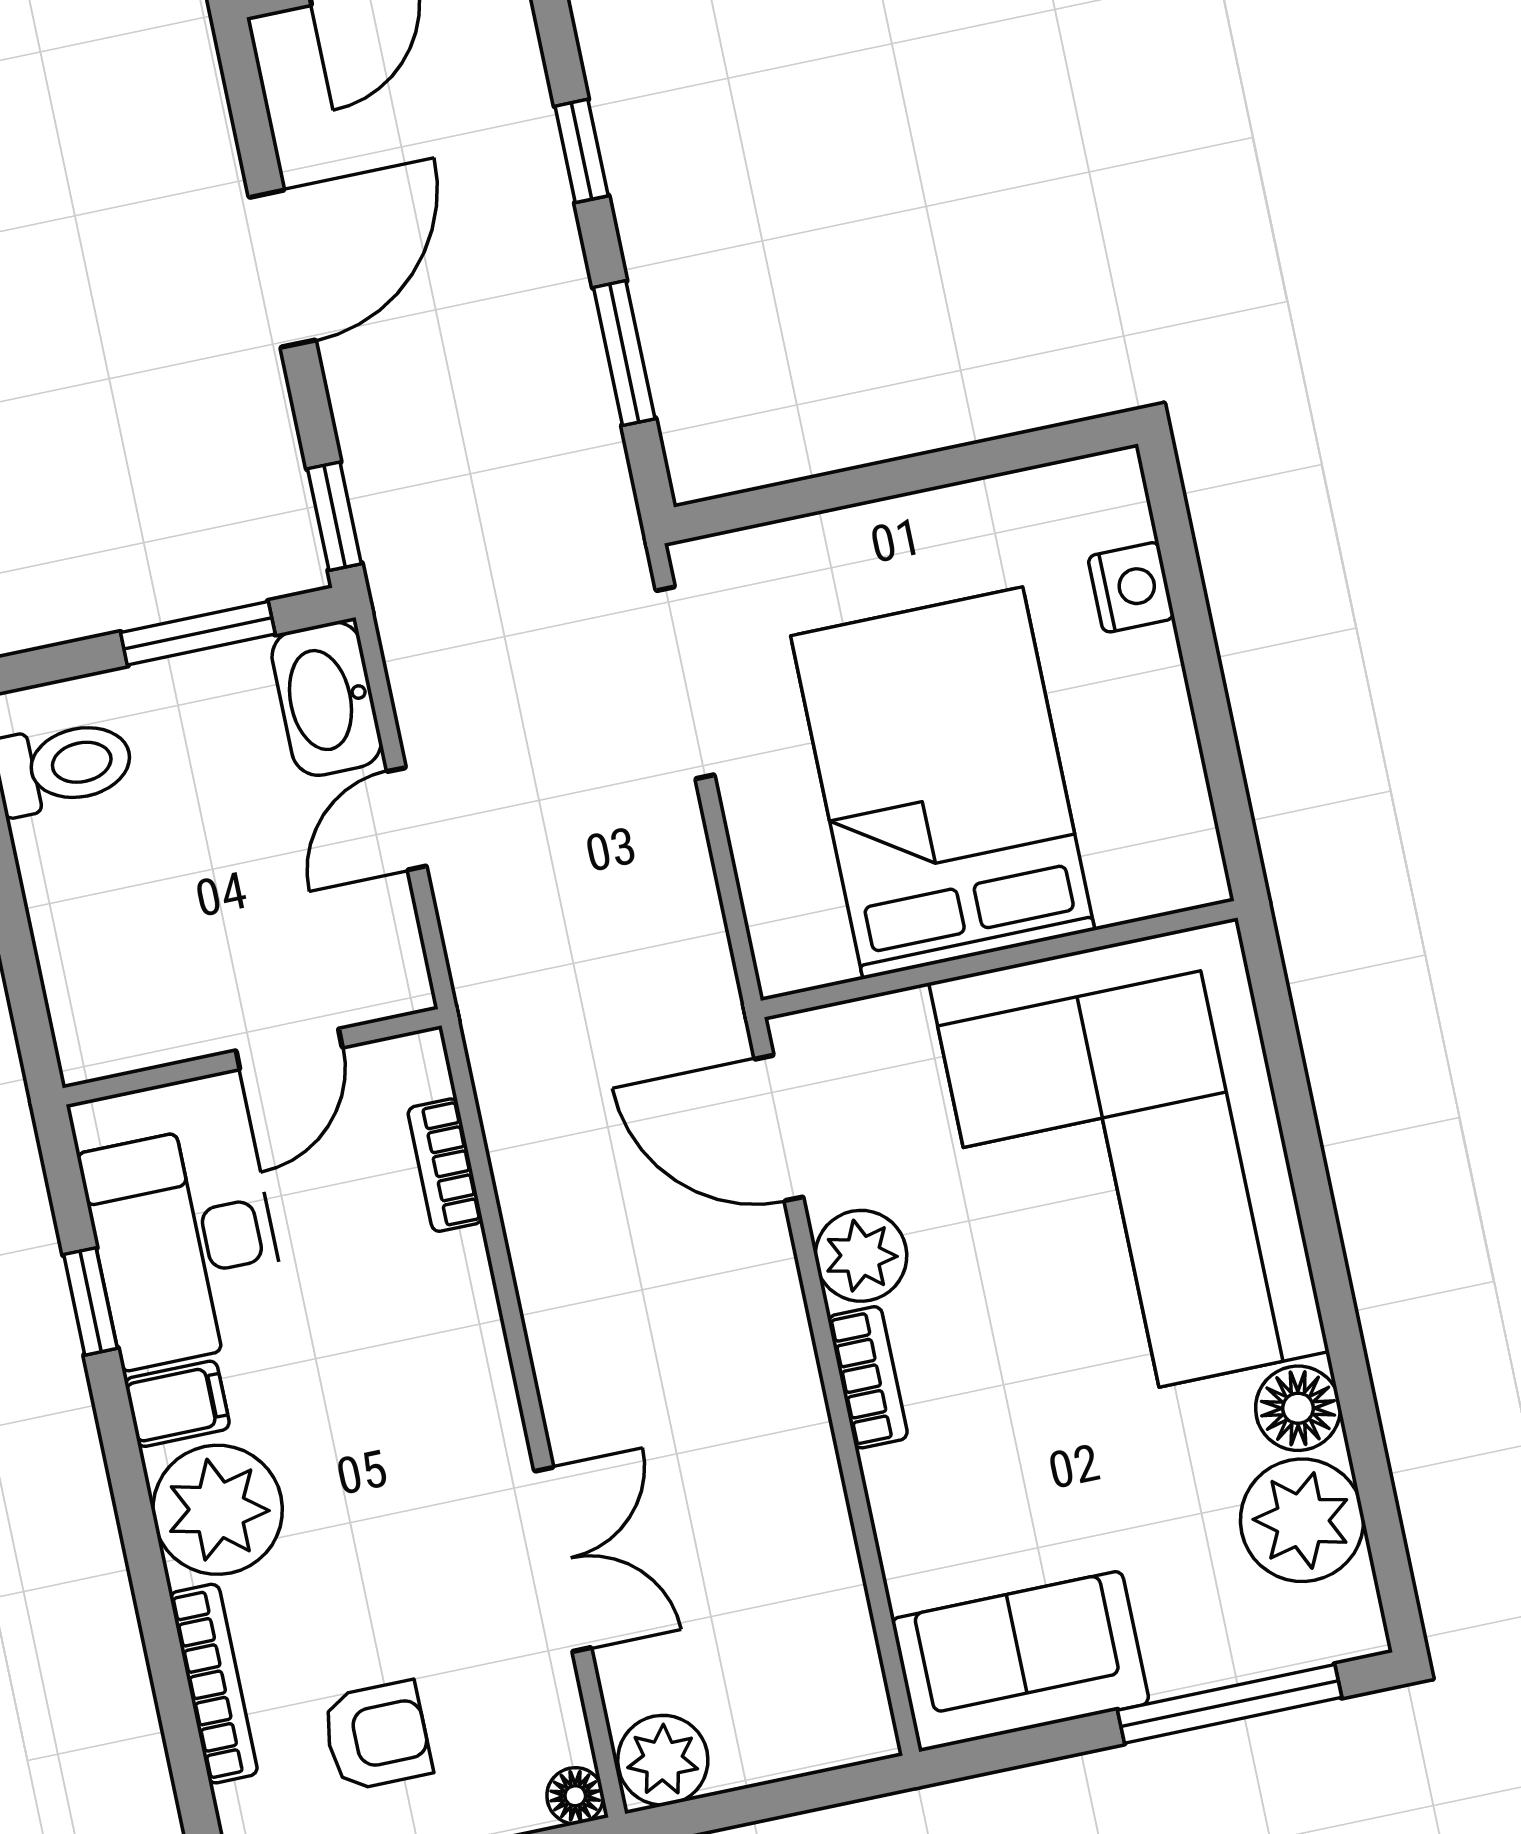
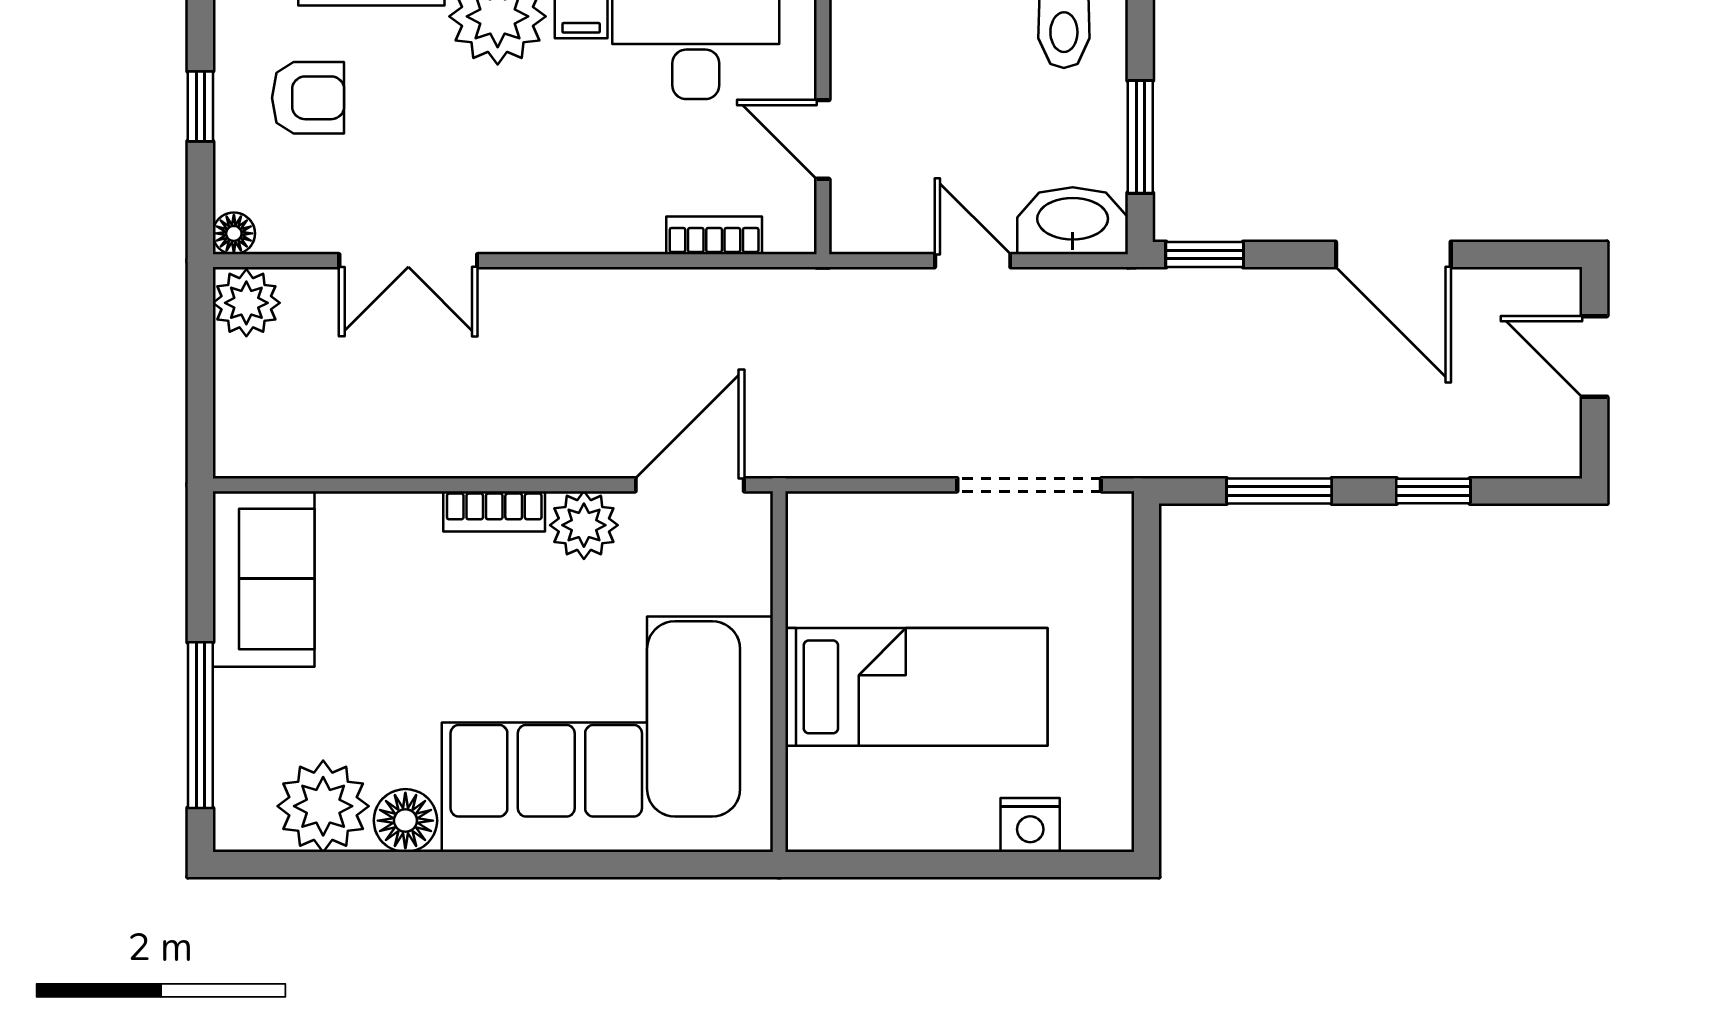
bed: (943, 783) -> (916, 687), width x0.67
armchair: (377, 1736) -> (308, 98), turned -90

